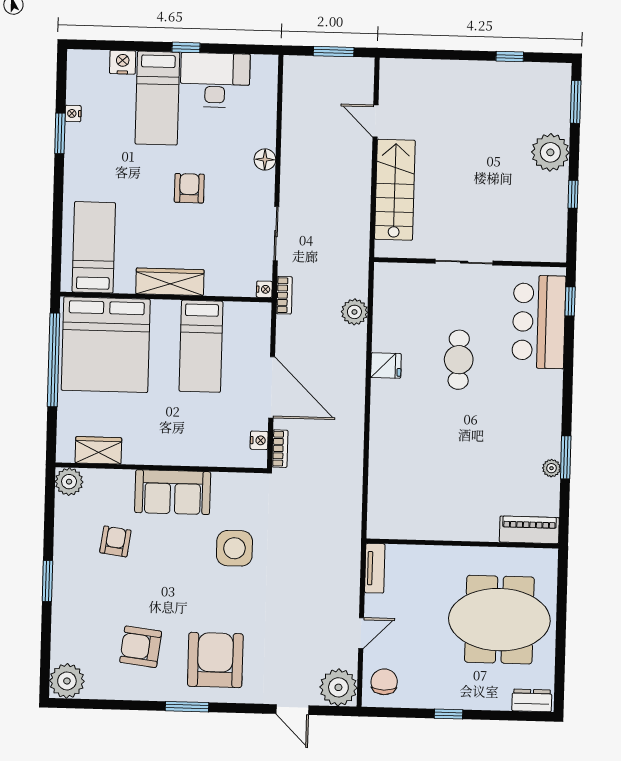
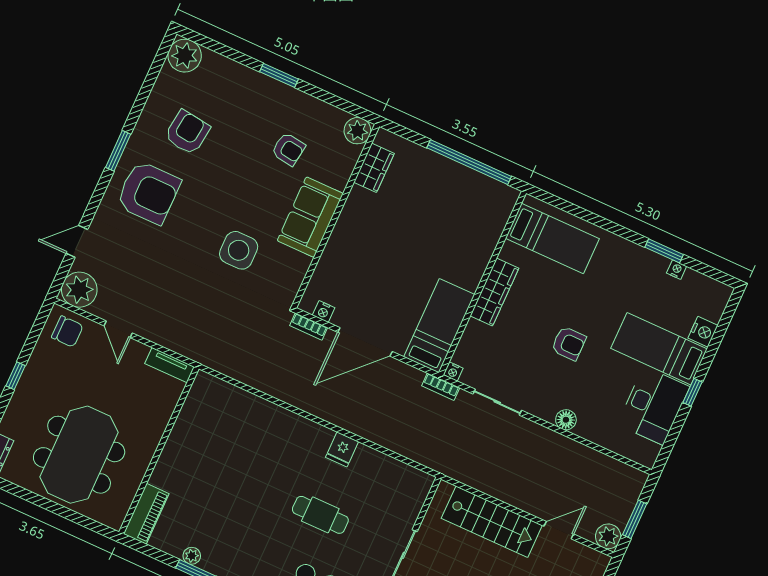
plant: (354, 312) -> (608, 536), moved
bed: (106, 345) -> (463, 213), removed
bed: (201, 346) -> (439, 326), moved, turned 90

